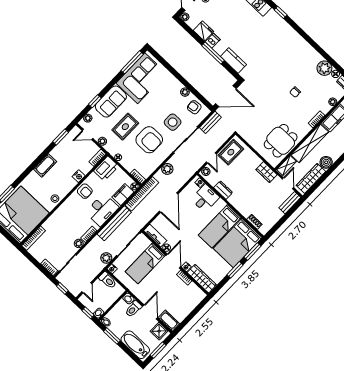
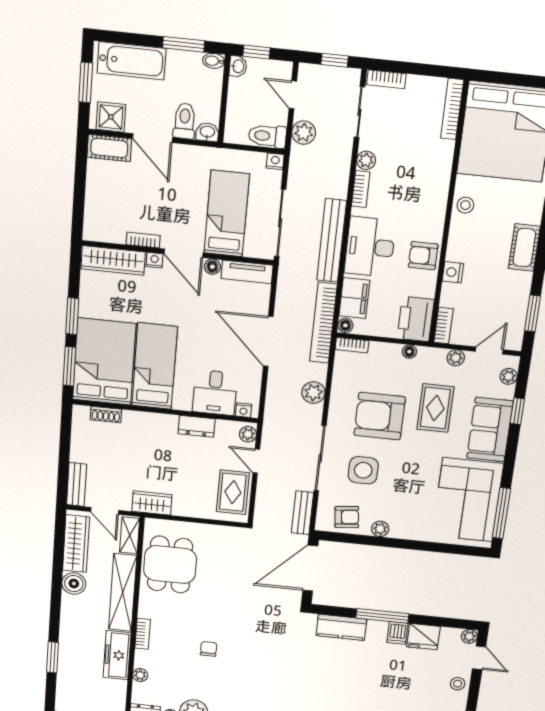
plant: (106, 258) -> (304, 133), moved

